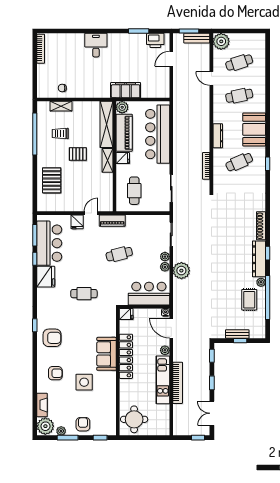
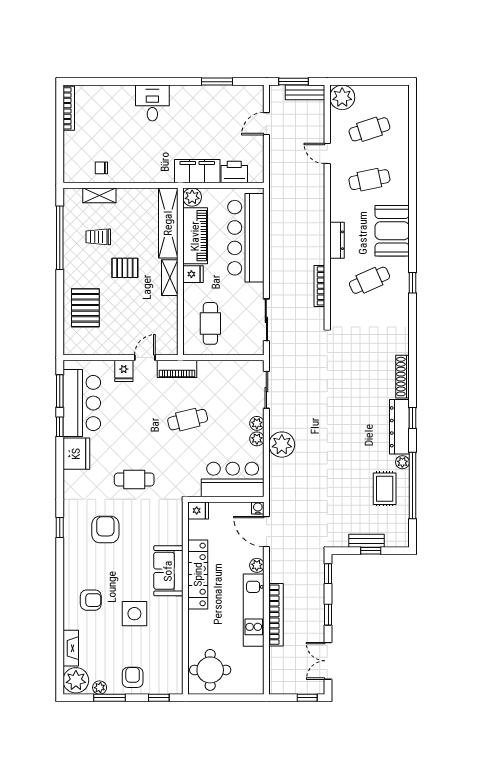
printer: (155, 40) -> (234, 172), moved, turned 180
armchair: (52, 338) -> (105, 530), moved, turned -90

